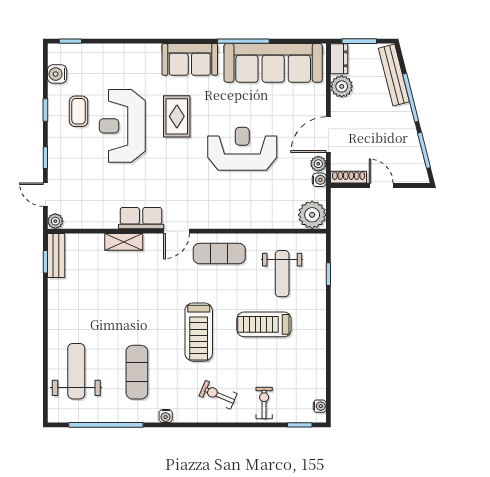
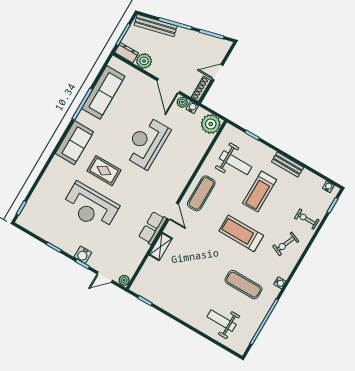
sofa: (273, 63) -> (103, 92), width x0.74, depth x0.79
water cooler: (57, 74) -> (83, 255), moved
coffee table: (79, 111) -> (66, 228), removed
bench: (56, 255) -> (288, 165), moved
treadmill: (199, 332) -> (241, 233), turned 180
weight bench: (76, 371) -> (222, 321), width x0.73, depth x0.75

